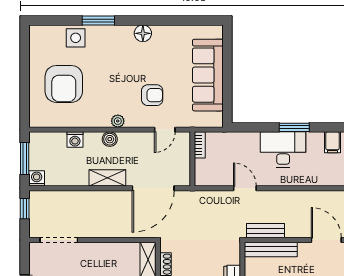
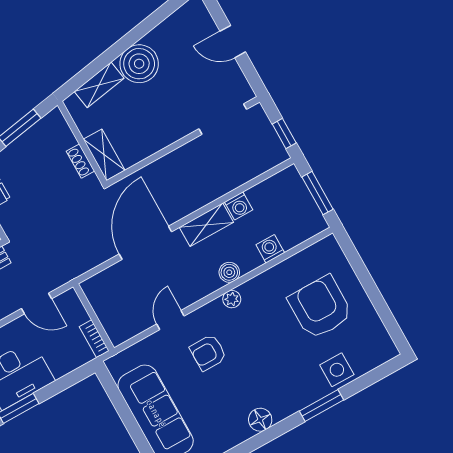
bookcase: (200, 145) -> (94, 339), moved
wall: (192, 159) -> (94, 317), moved
washing machine: (37, 178) -> (239, 206), moved

